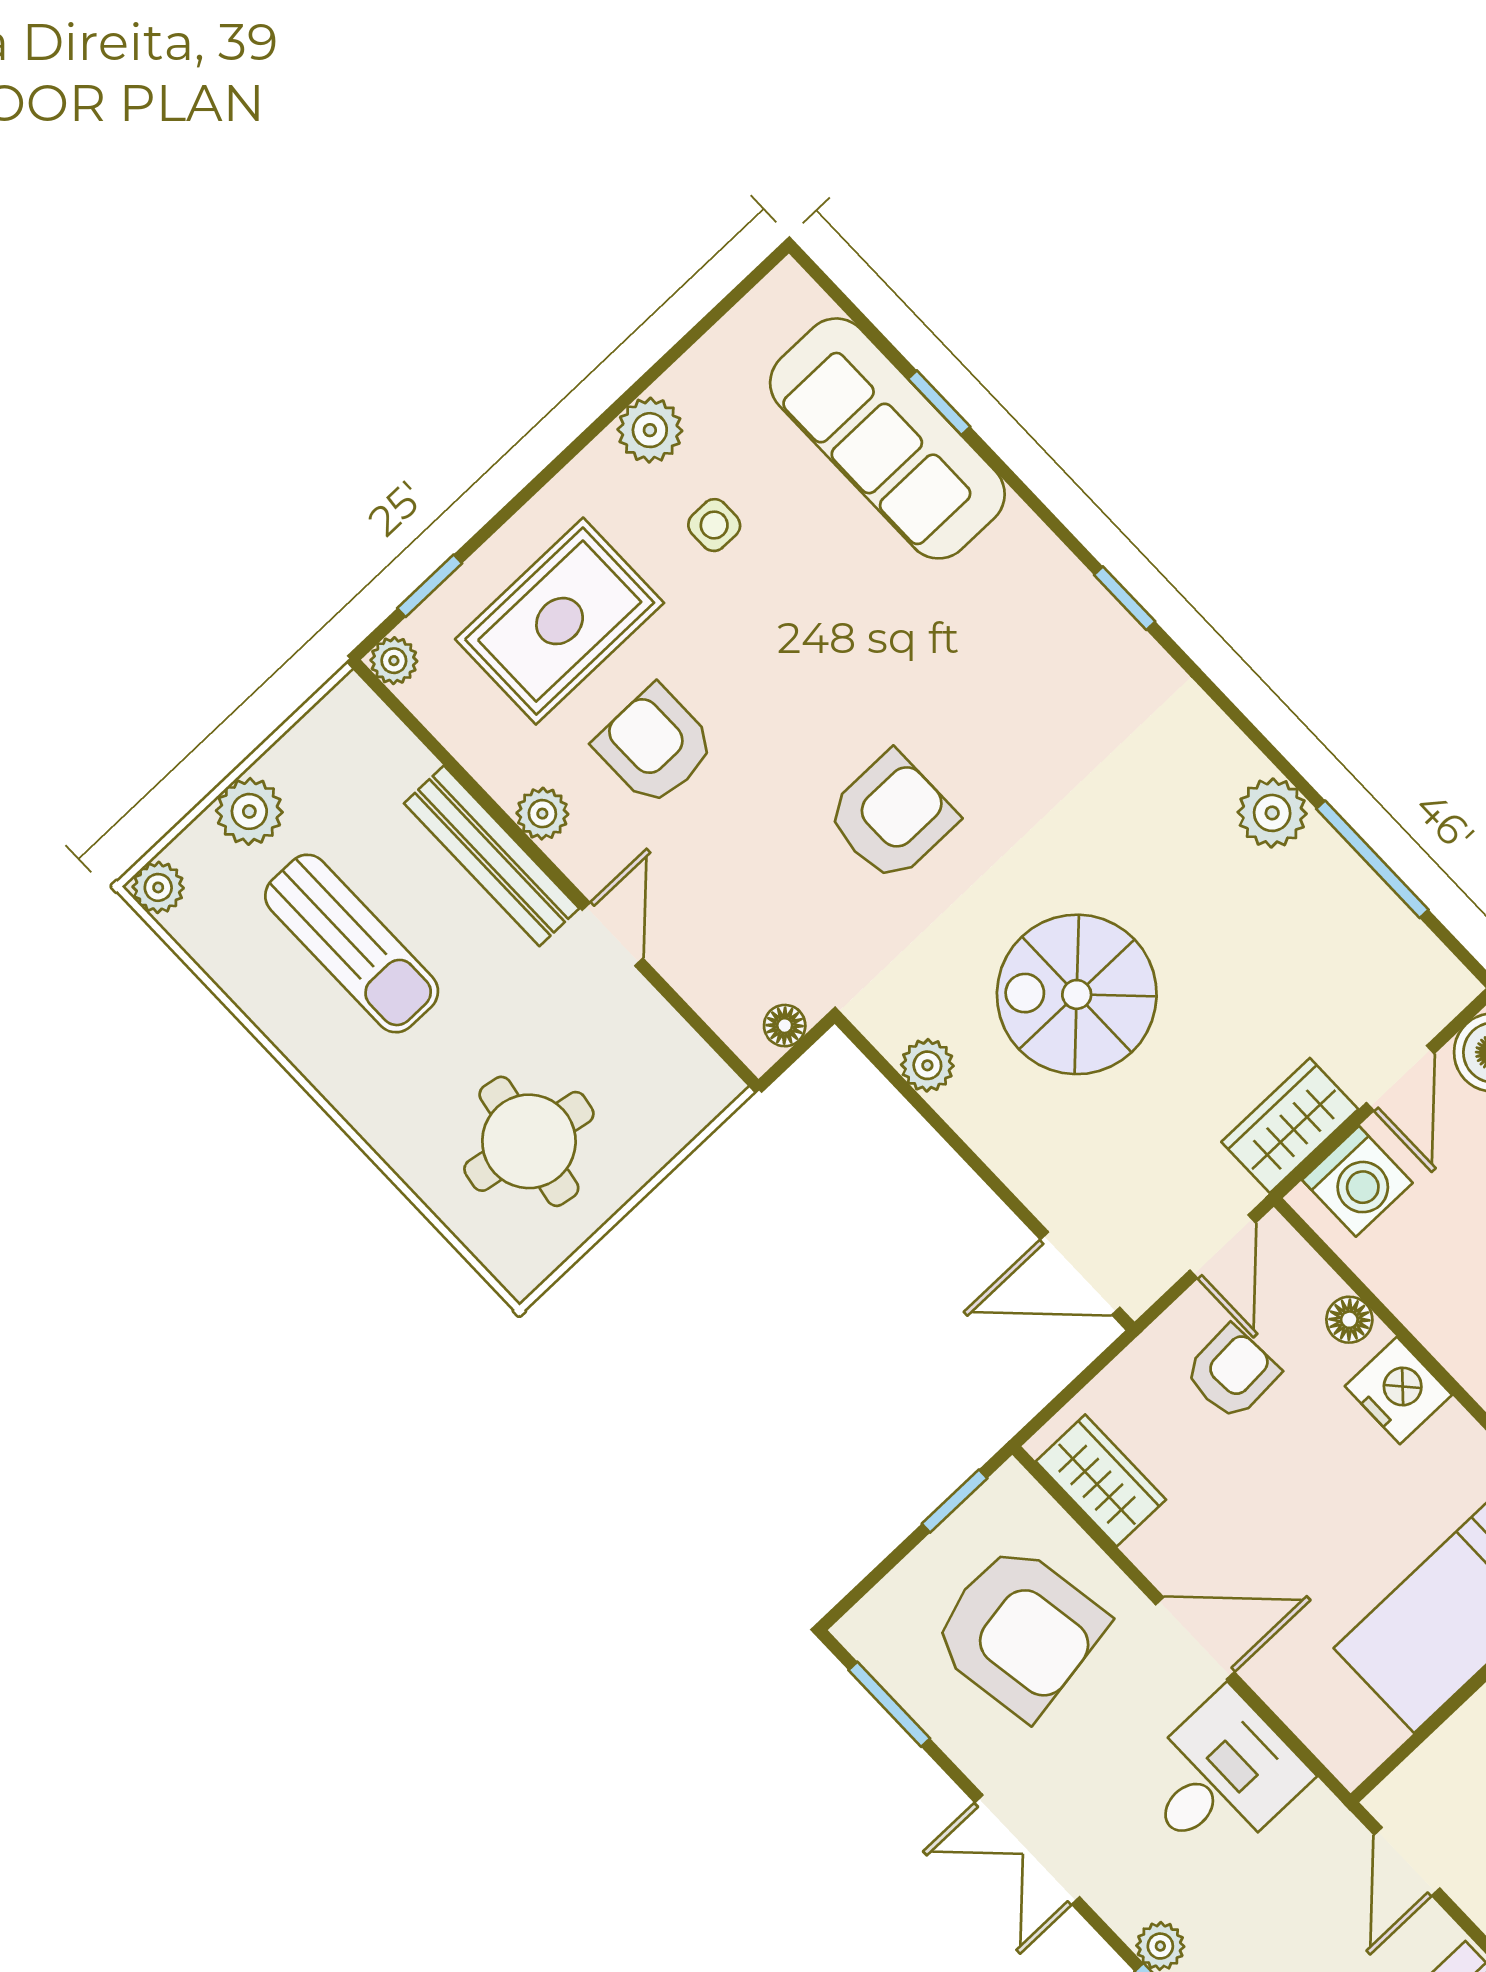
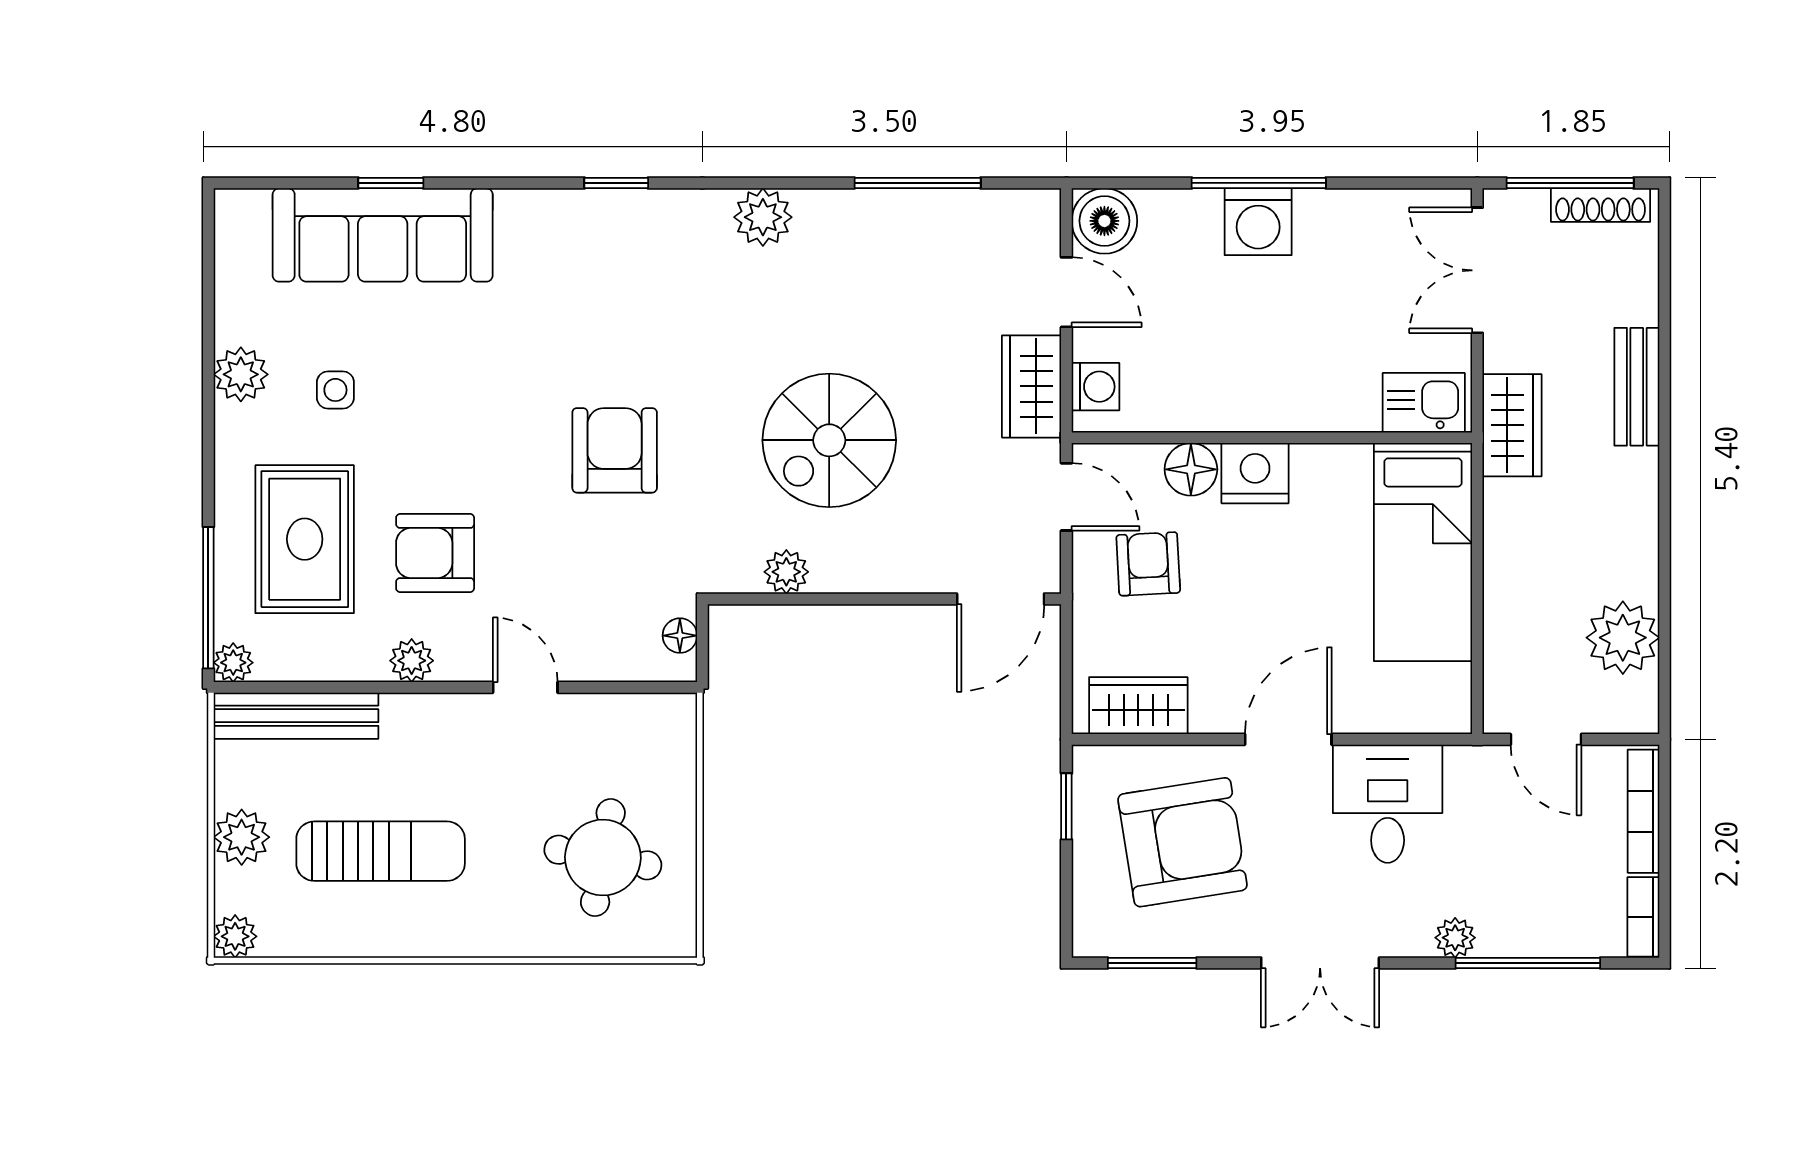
window: (430, 586) -> (208, 598), width x2.17
plant: (1272, 813) -> (763, 217), moved
bench: (492, 856) -> (296, 716), moved
washing machine: (1357, 1181) -> (1095, 387), width x0.73, depth x0.73
floor lamp: (1349, 1320) -> (1191, 469), width x1.37, depth x1.37

